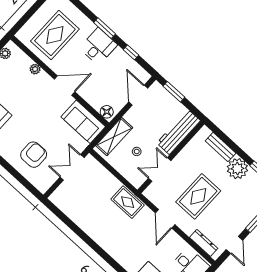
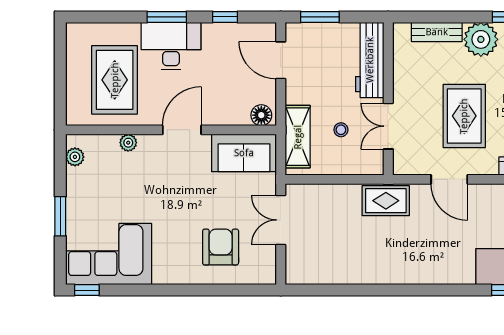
desk: (98, 46) -> (171, 46), width x1.37

